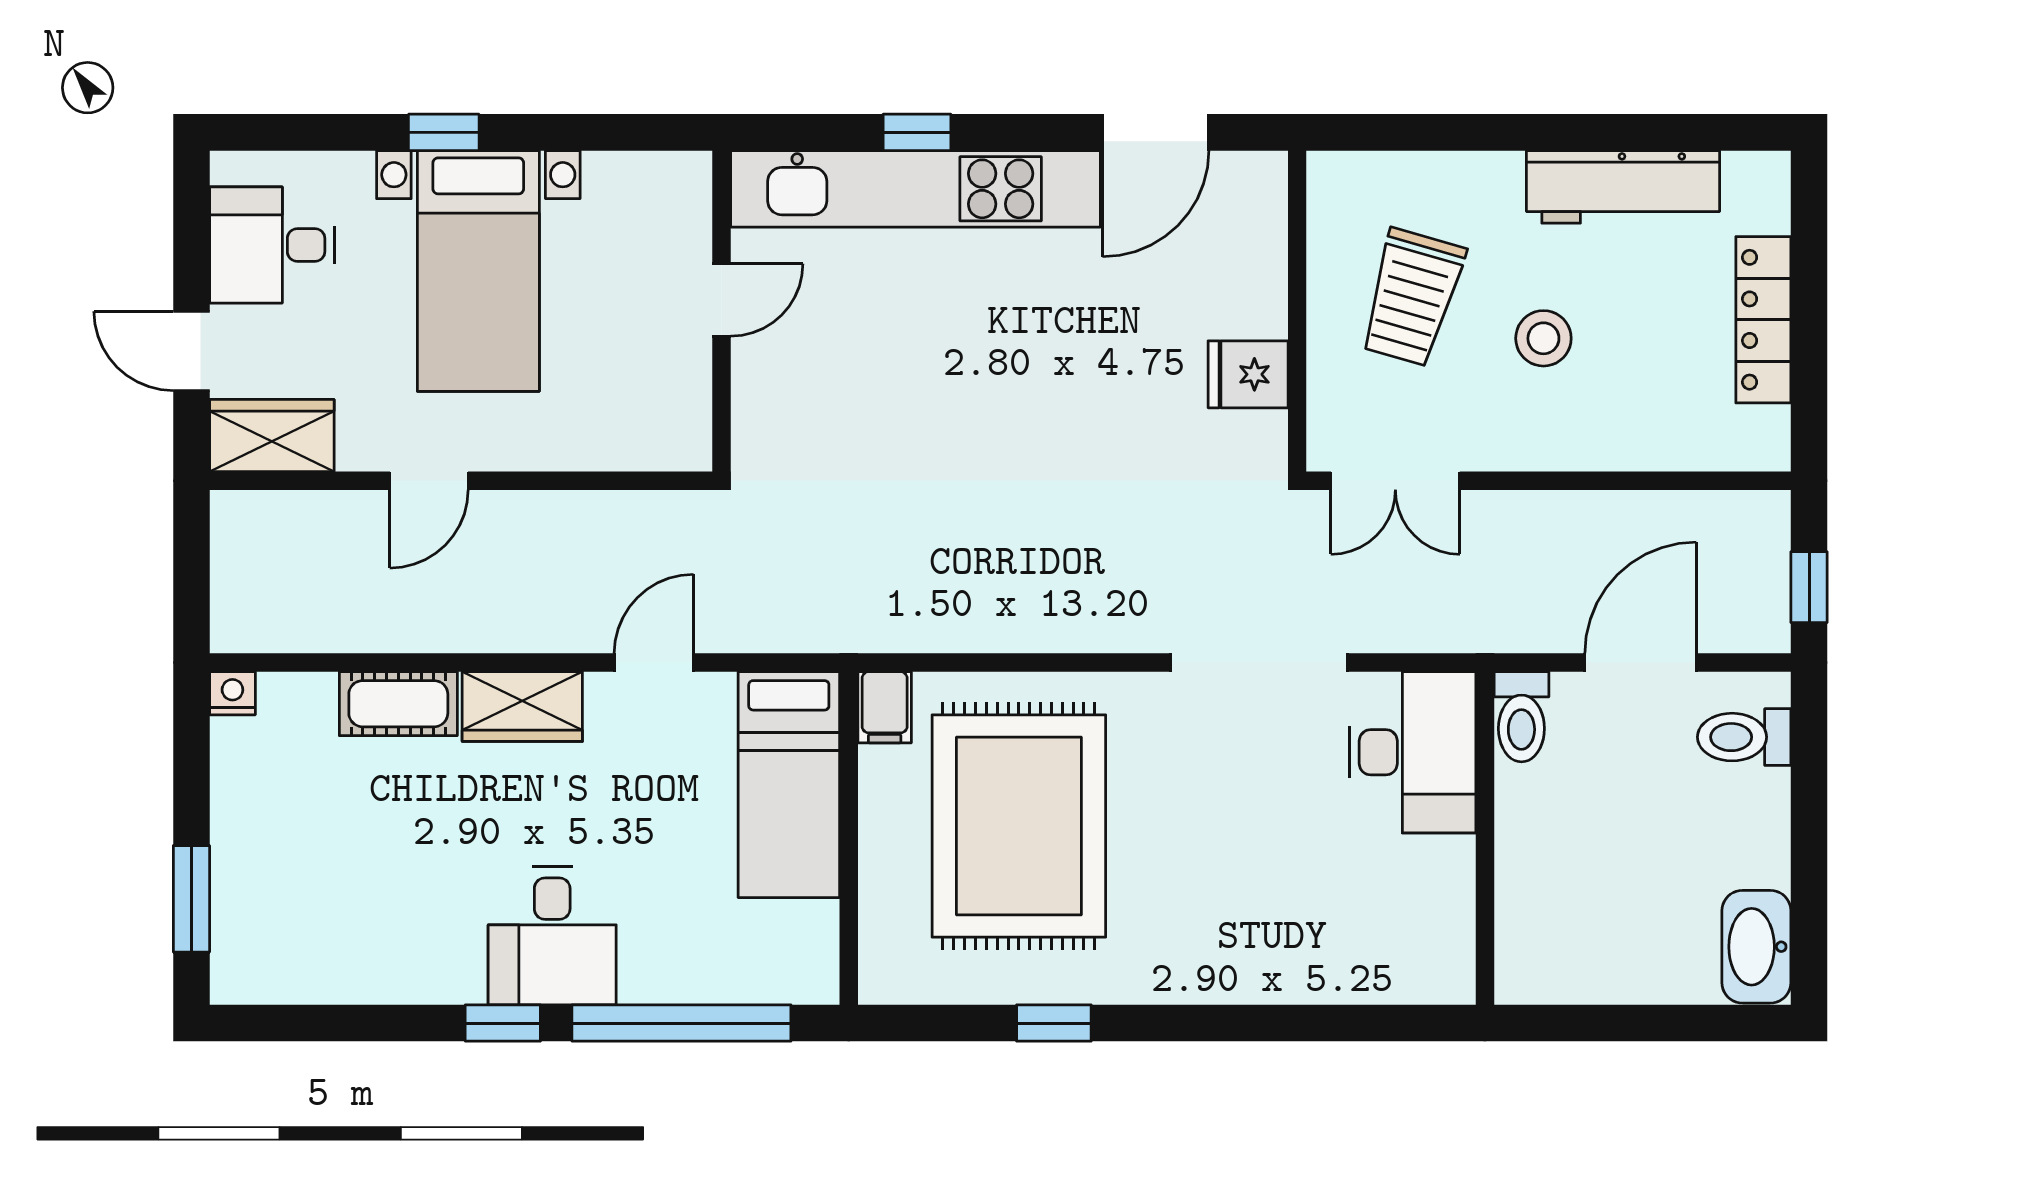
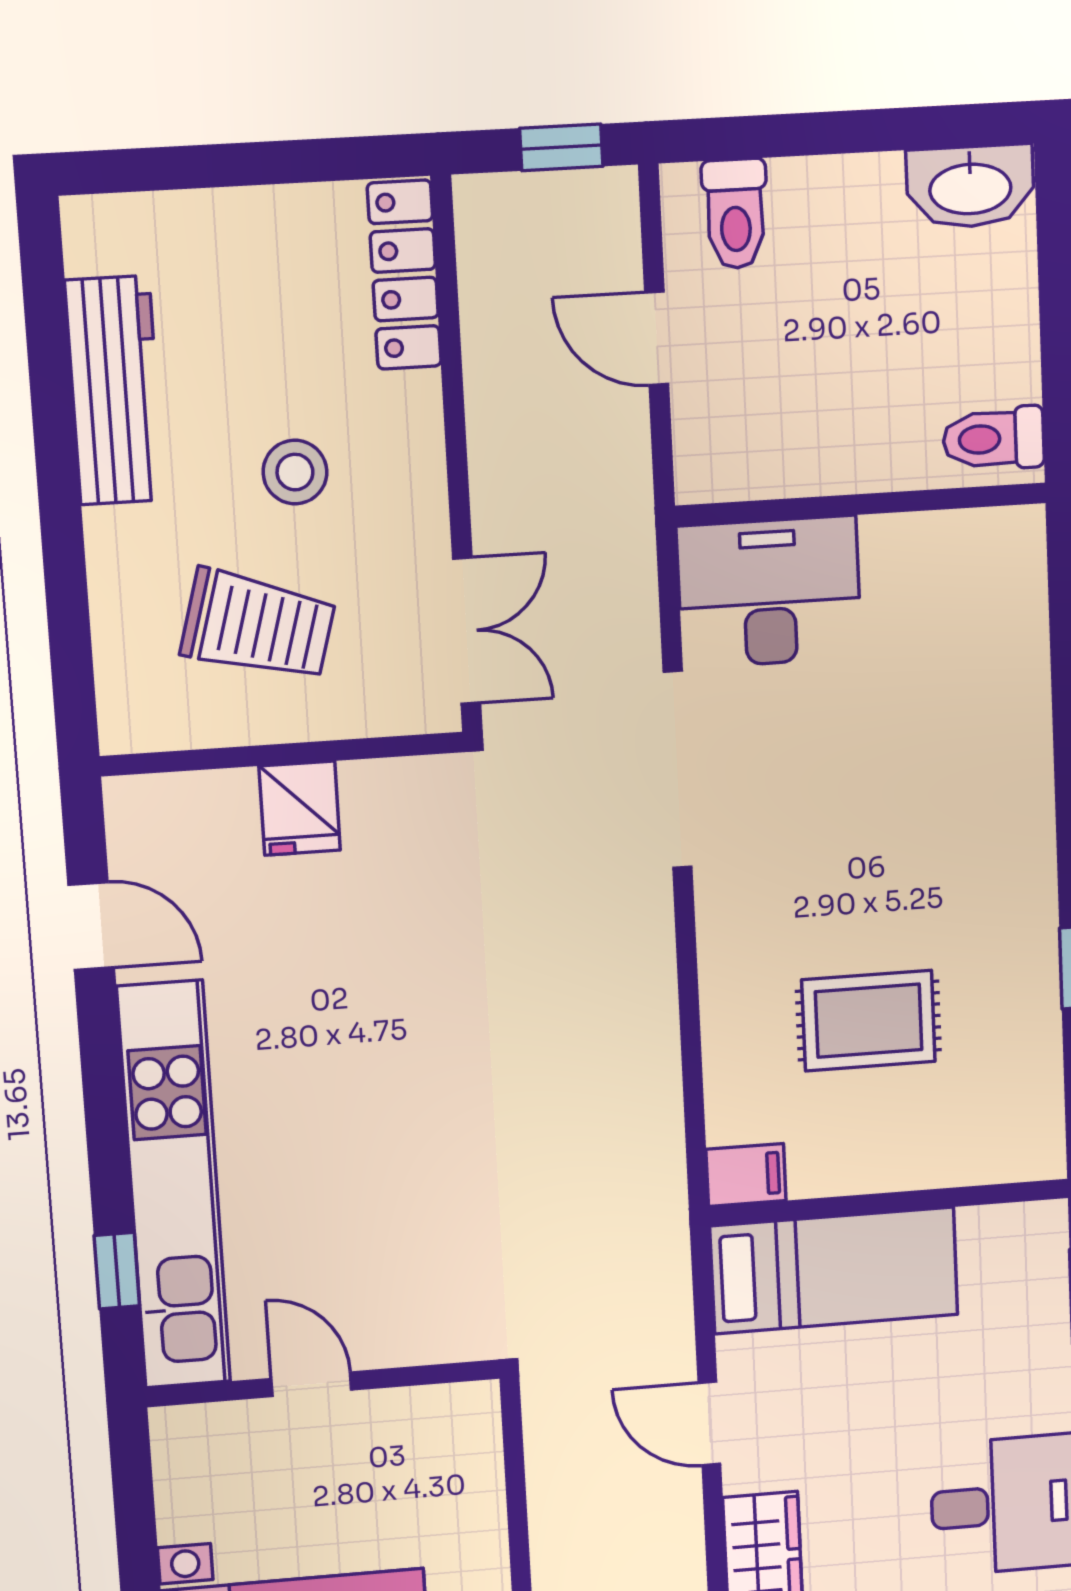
window: (917, 132) -> (117, 1271), moved
door: (1156, 132) -> (91, 926), width x0.73
locker: (1763, 320) -> (404, 275), moved, turned 90
fridge: (1248, 374) -> (300, 808), moved
door: (1641, 663) -> (657, 338), width x0.73
toilet: (1521, 717) -> (994, 439), moved, turned 180
rug: (1019, 826) -> (869, 1021), width x0.54, depth x0.49

